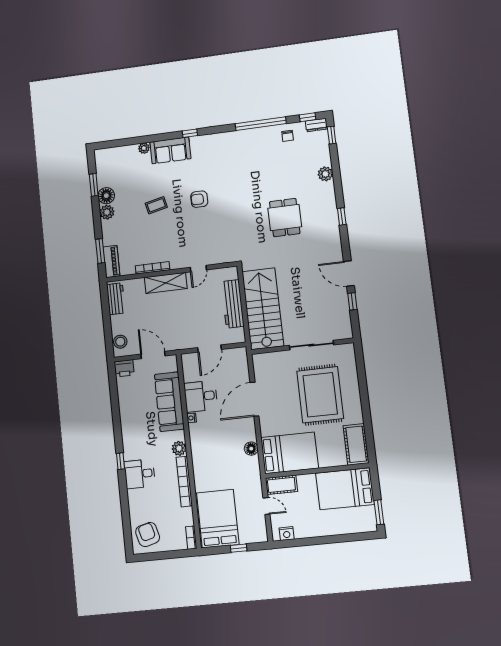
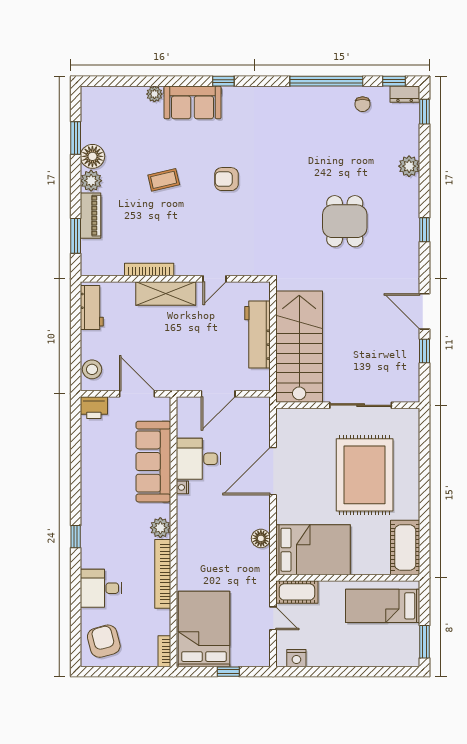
piano: (111, 261) -> (91, 216), moved
desk: (140, 474) -> (101, 588), moved
bed: (345, 489) -> (383, 606), width x0.67

